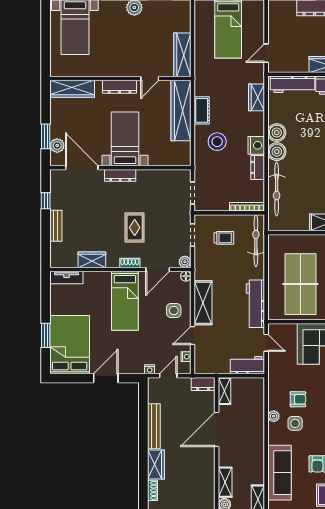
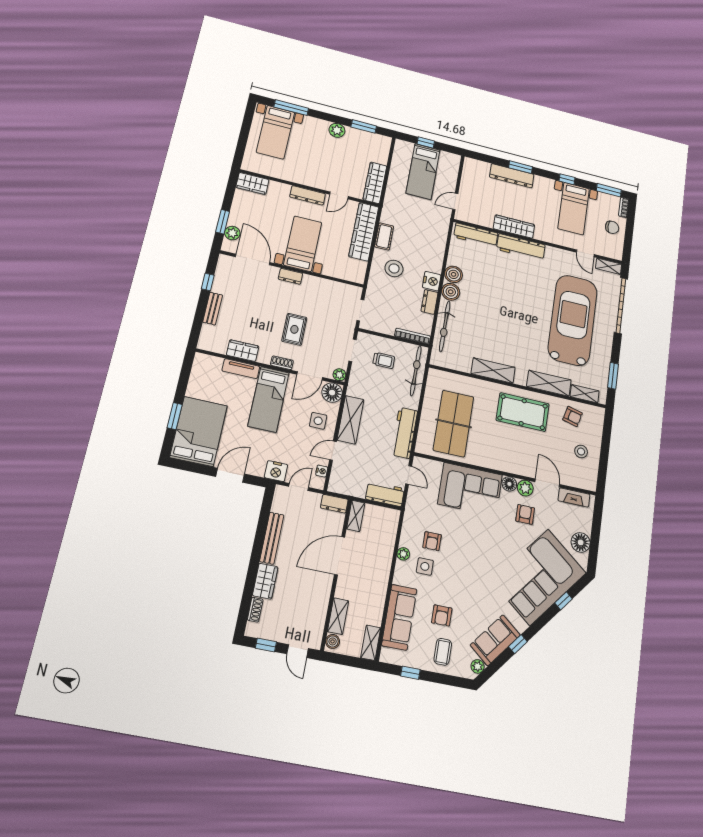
wardrobe: (72, 89) -> (252, 183), width x0.67
wardrobe: (257, 97) -> (439, 238), removed
dresser: (120, 175) -> (290, 276), width x0.70
floor lamp: (186, 276) -> (332, 393), width x1.89, depth x1.89
tv unit: (66, 277) -> (241, 369), moved
nightstand: (150, 369) -> (276, 471), width x1.89, depth x1.79
armchair: (298, 399) -> (432, 541), turned 90

